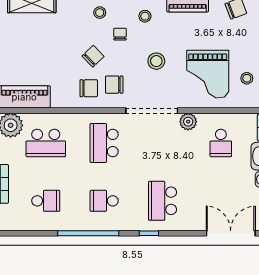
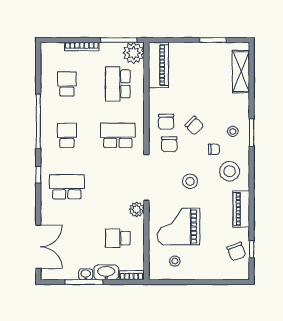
stool: (145, 16) -> (230, 171), width x1.89, depth x1.89
chair: (114, 85) -> (169, 144), turned 180
school desk: (46, 201) -> (67, 84), turned 180

